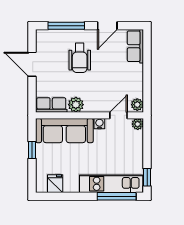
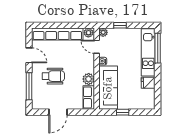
row of seats: (135, 46) -> (57, 34), width x2.02
window: (147, 177) -> (120, 25), moved
fridge: (55, 184) -> (148, 83), moved

